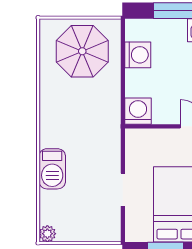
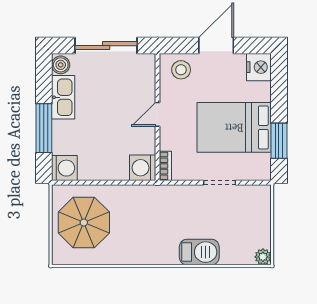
washing machine: (138, 55) -> (64, 168), moved, turned 90
bookcase: (140, 134) -> (165, 166), added

